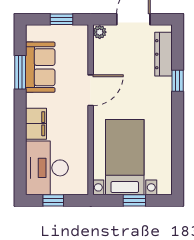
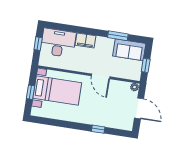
dresser: (164, 54) -> (115, 123), removed
sofa: (40, 67) -> (129, 50), moved

